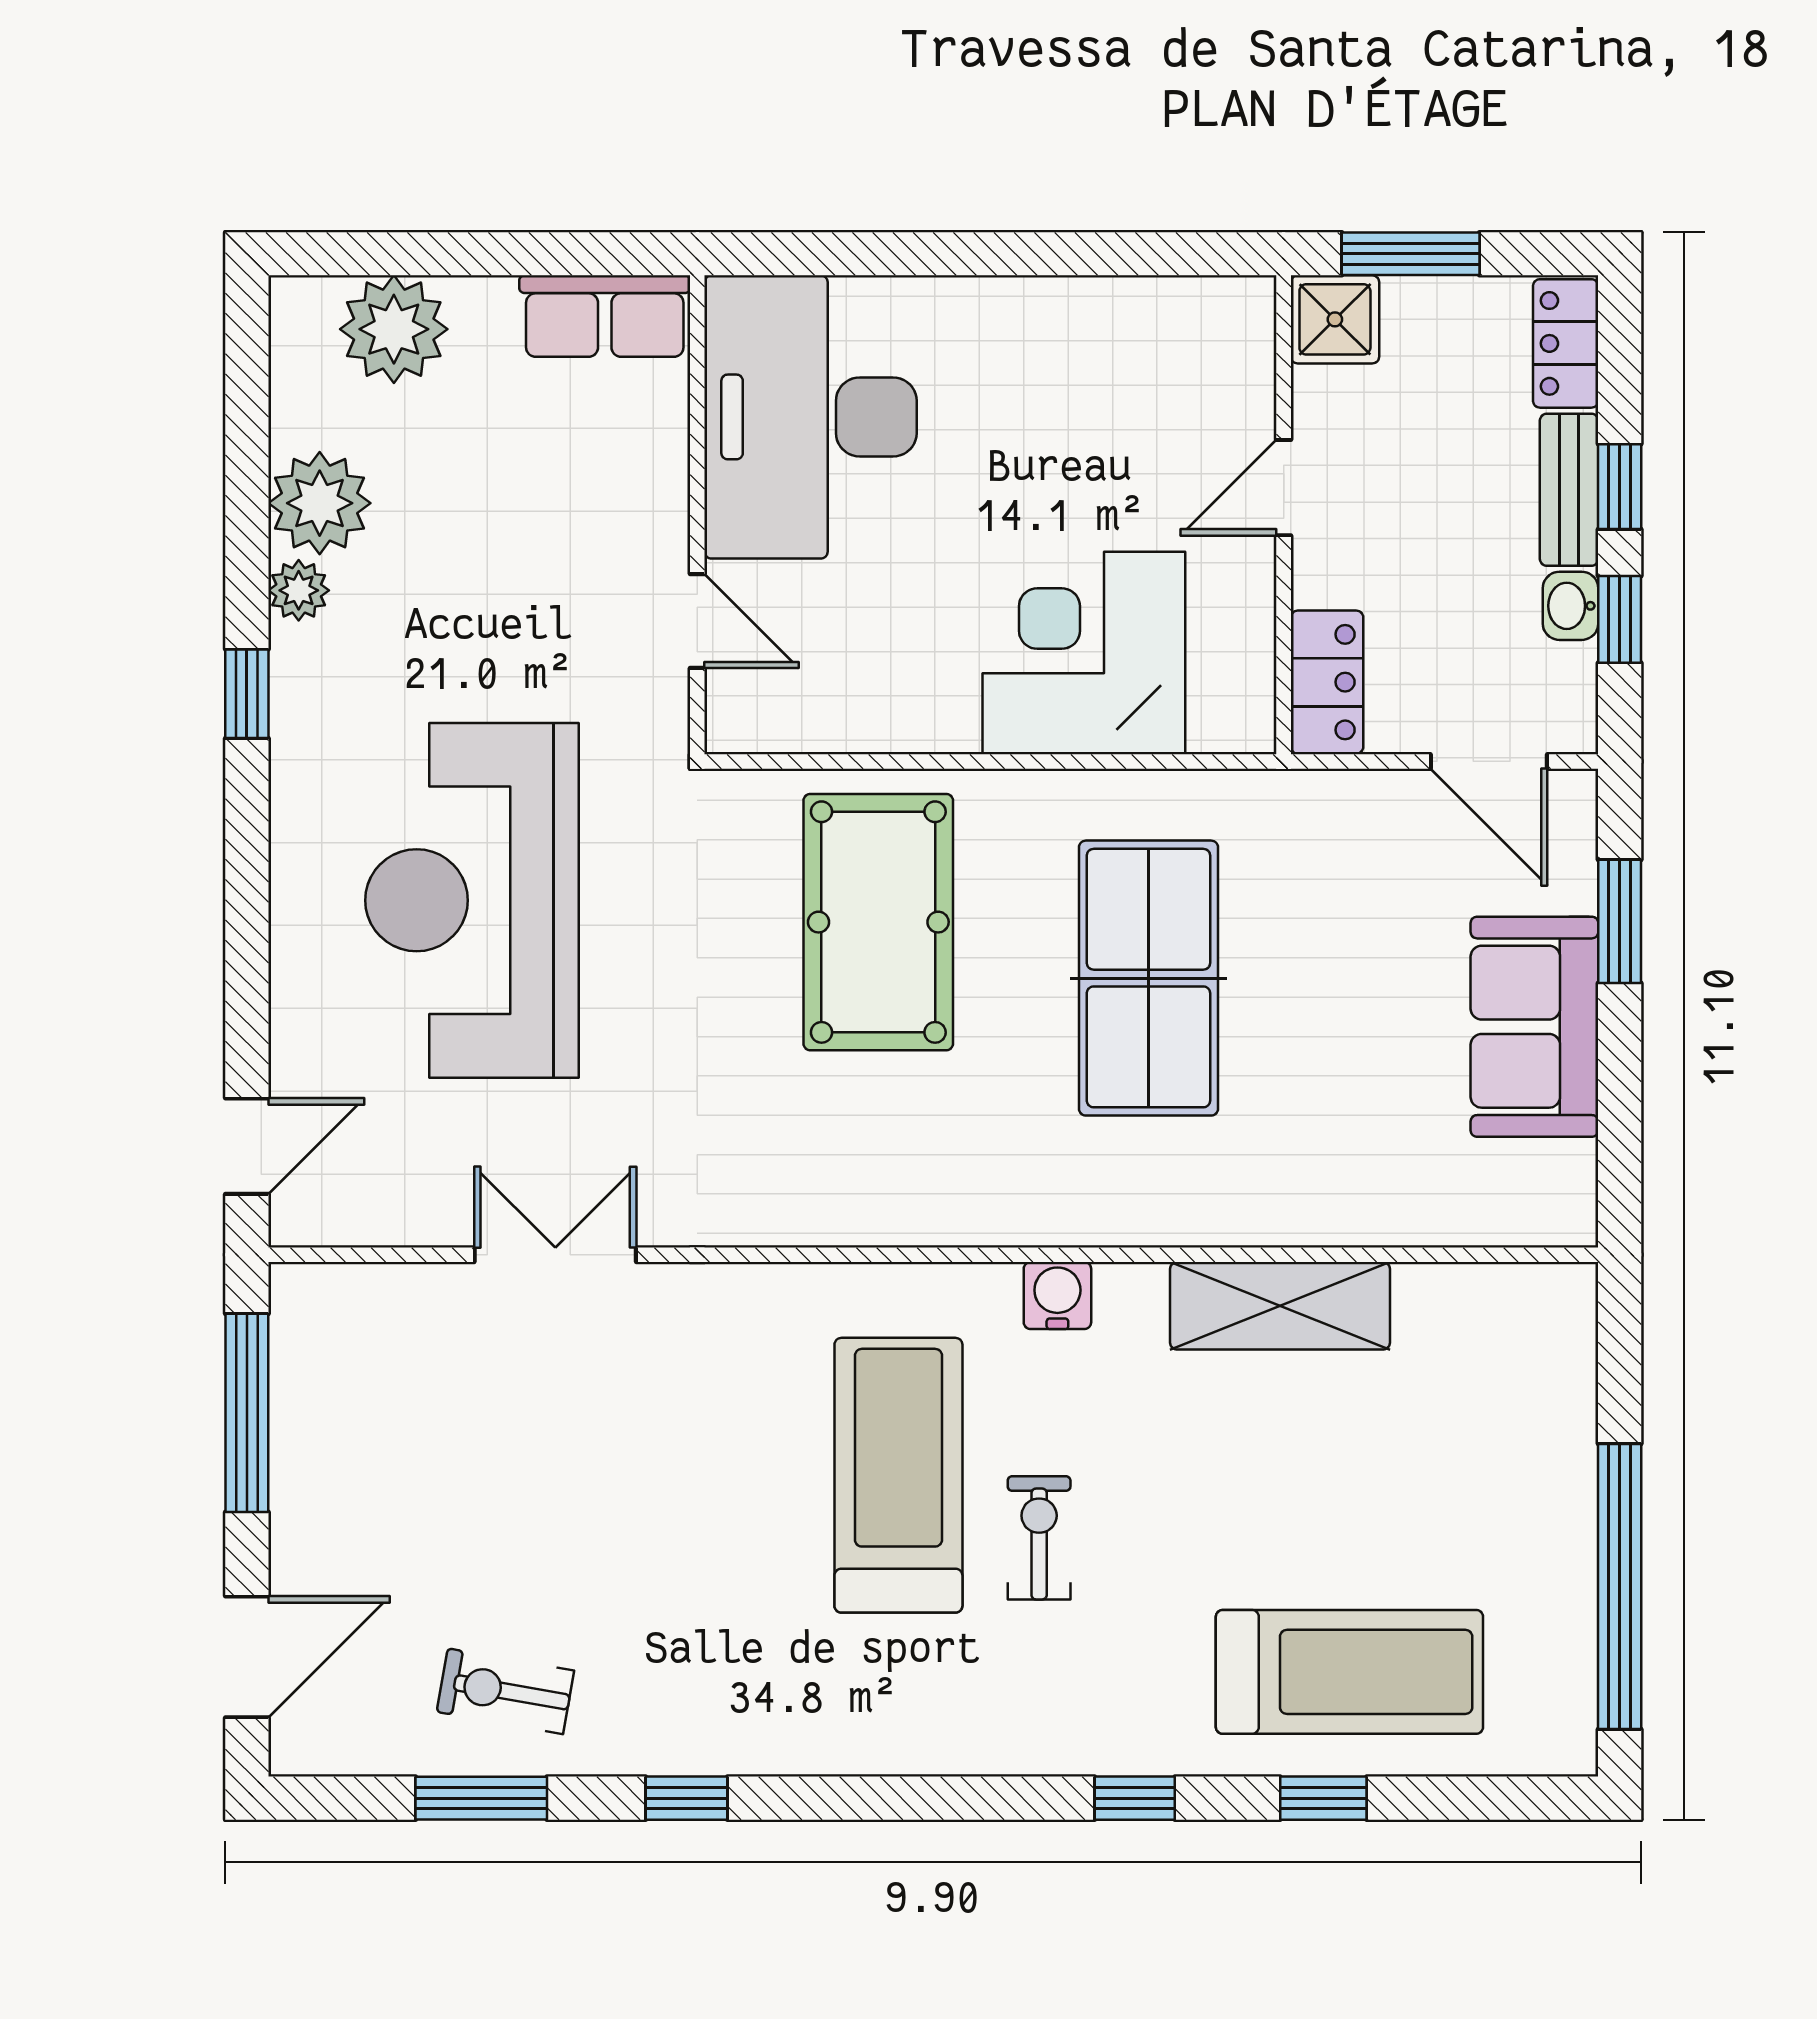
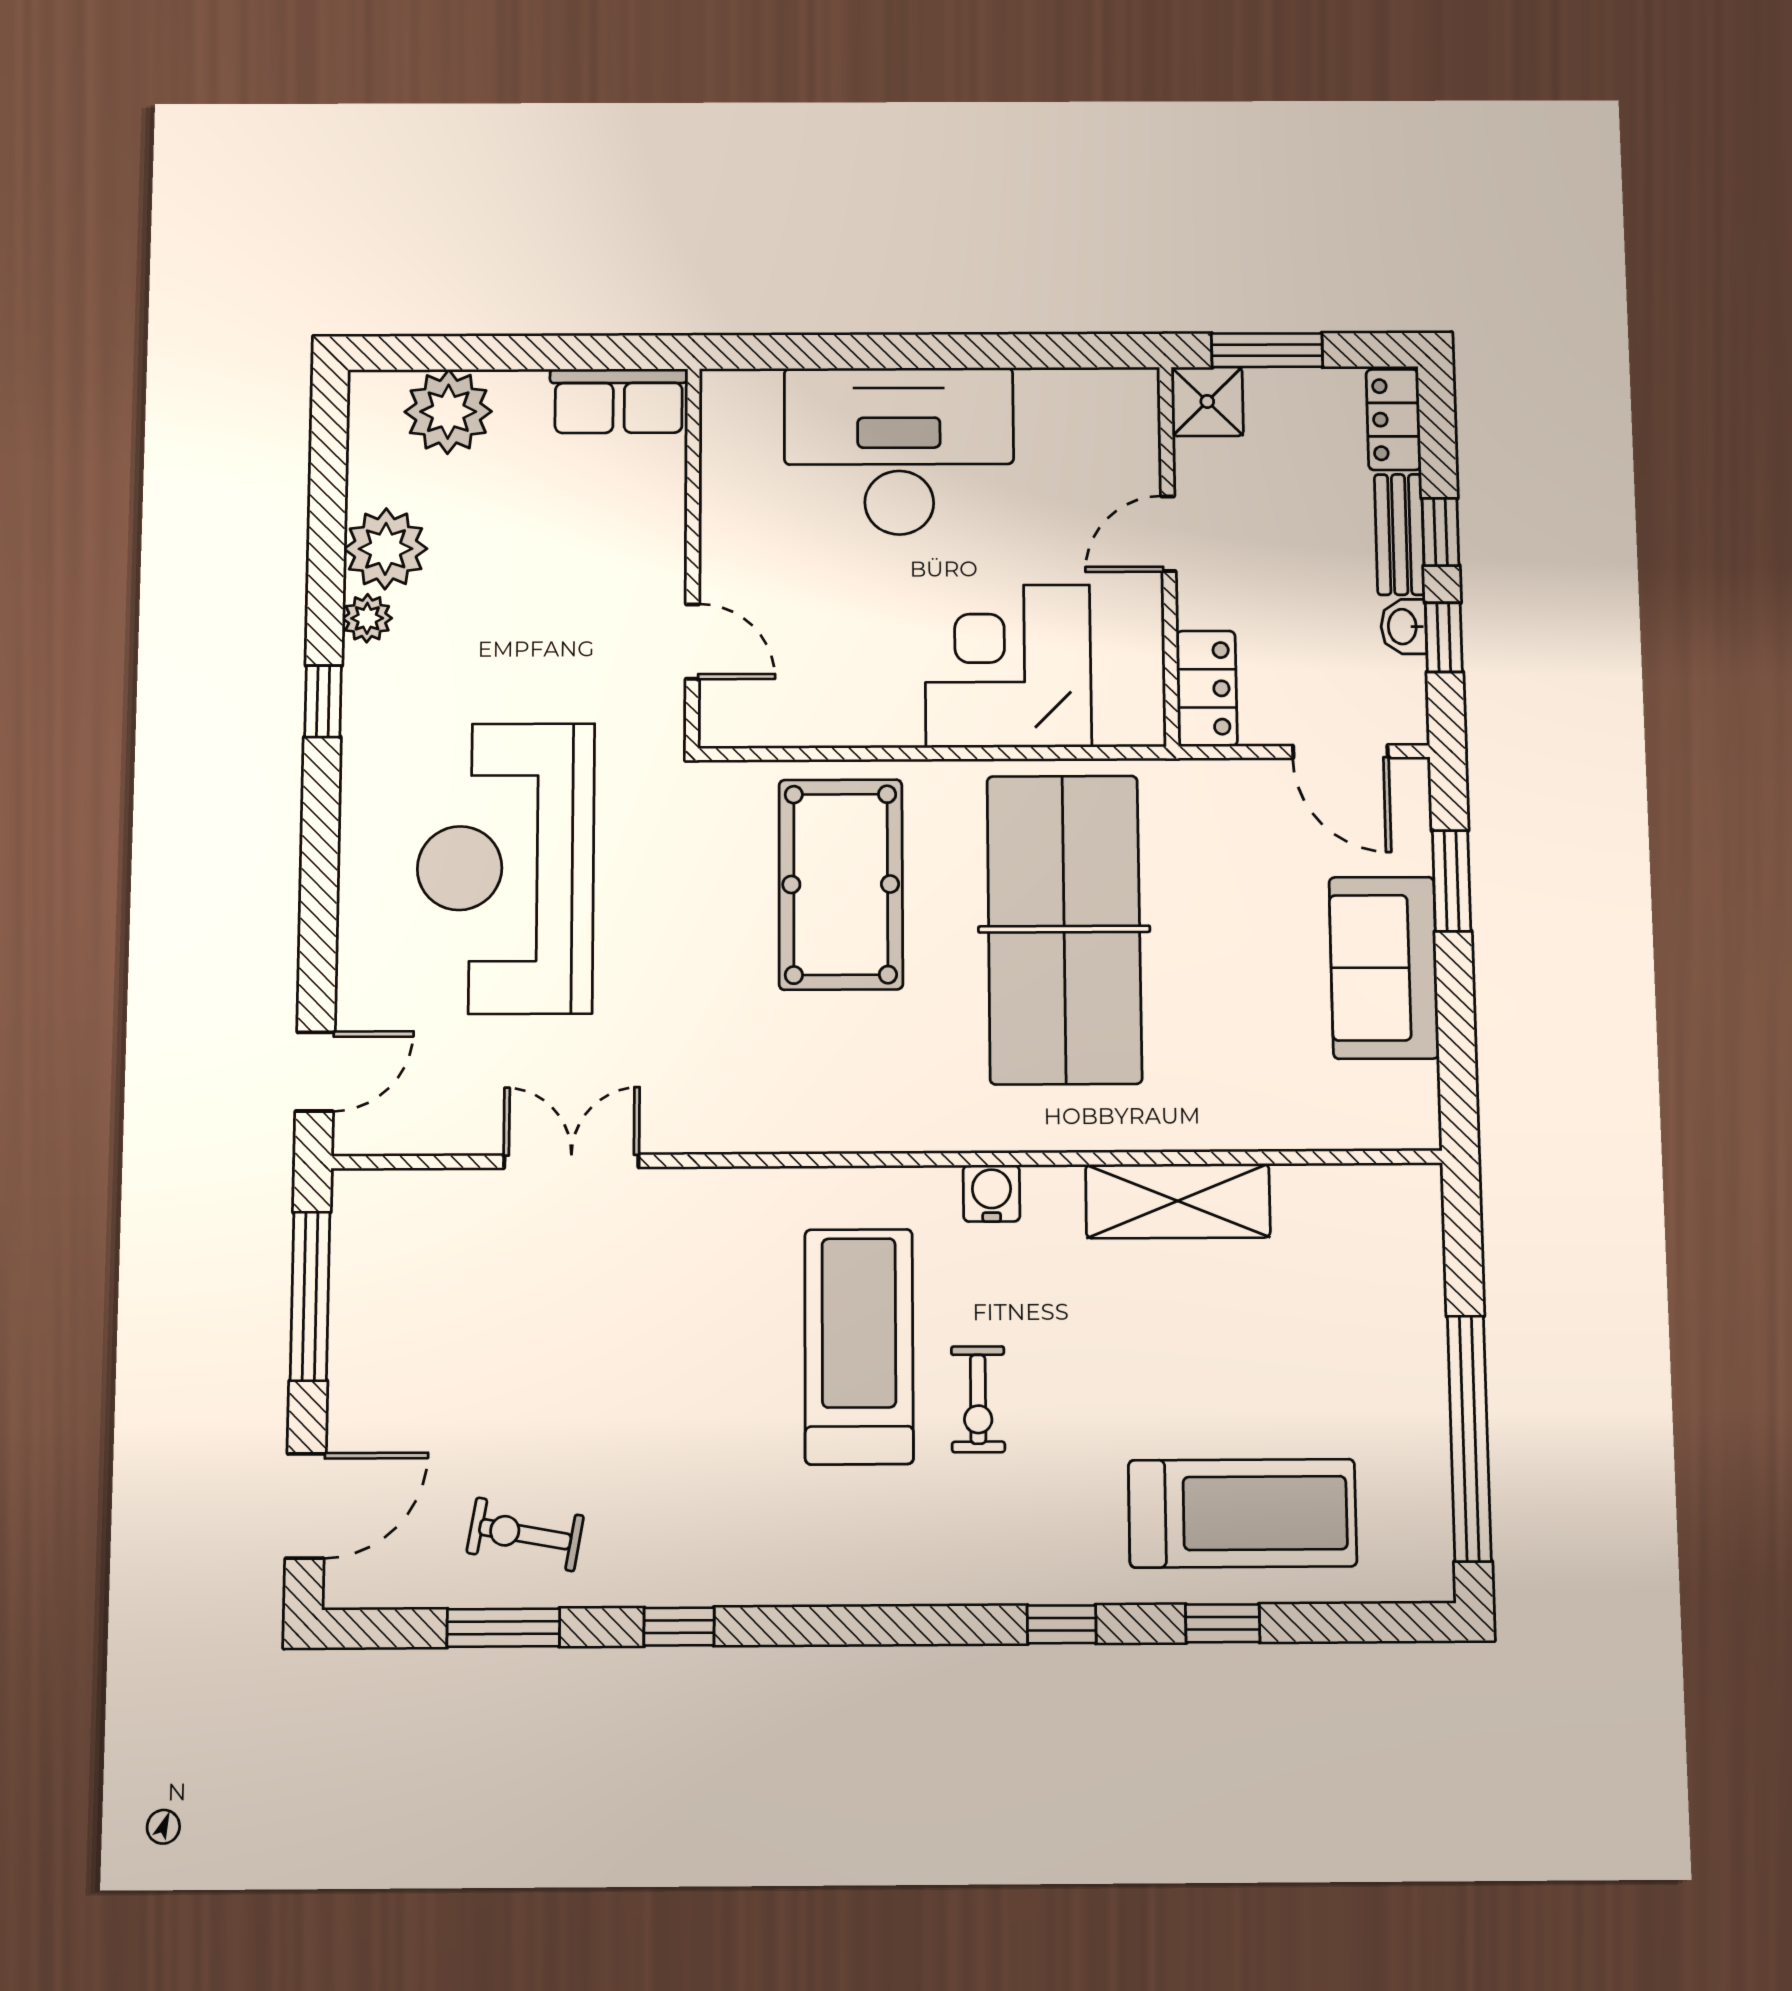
desk: (811, 417) -> (899, 451), moved, turned 90
table tennis table: (1148, 978) -> (1064, 929), width x1.36, depth x1.32
exercise bike: (1039, 1538) -> (978, 1399), turned 180

